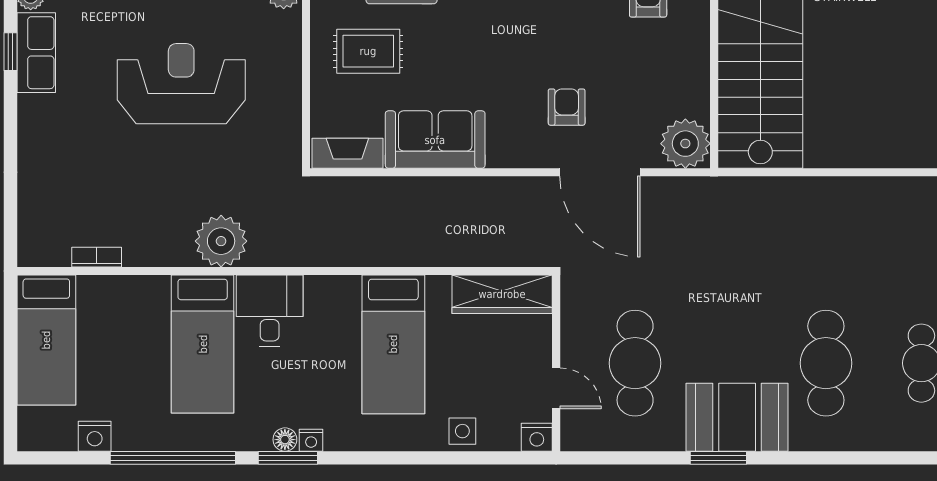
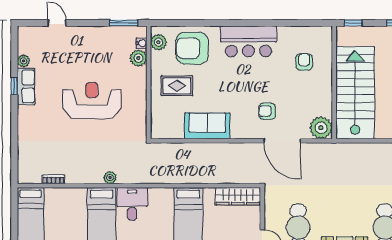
armchair: (567, 107) -> (267, 111), turned -90
fireplace: (347, 153) -> (167, 132), removed
plant: (221, 241) -> (110, 178), width x0.53, depth x0.53

